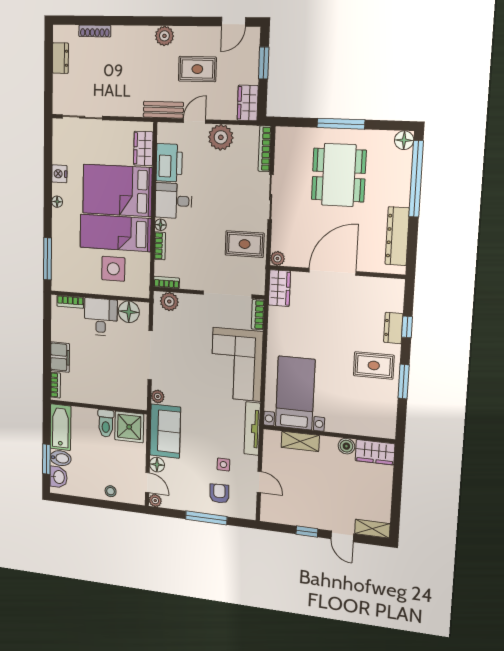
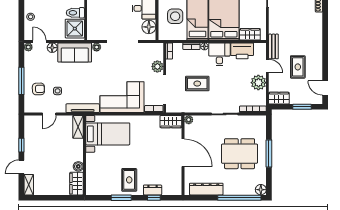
plant: (164, 36) -> (317, 46), removed
rug: (245, 244) -> (197, 84), moved, turned 90
plant: (169, 302) -> (157, 66), moved
shelving: (300, 441) -> (78, 127), moved
door: (147, 483) -> (40, 42), swing flipped

